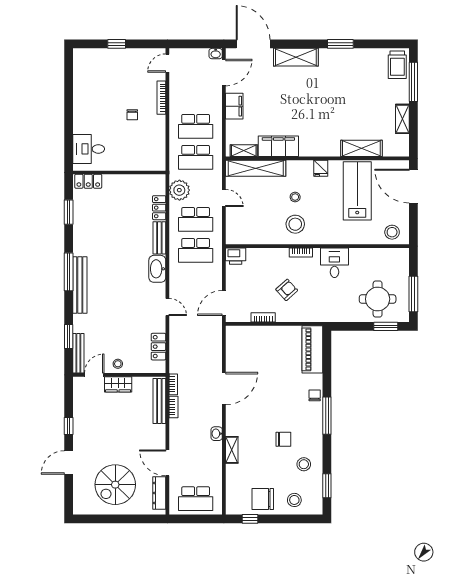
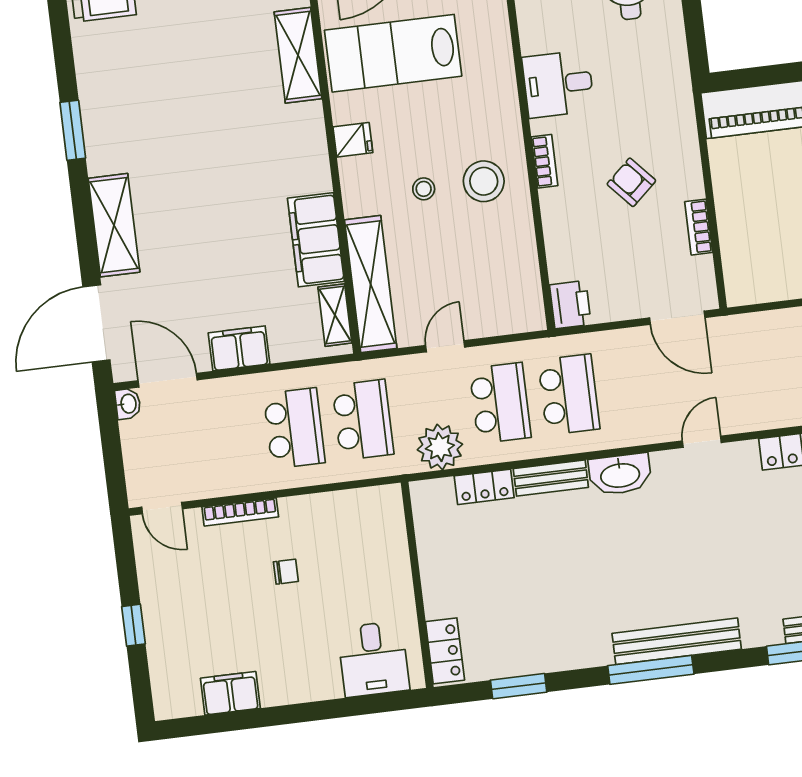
filing cabinet: (81, 83) -> (230, 693), added

